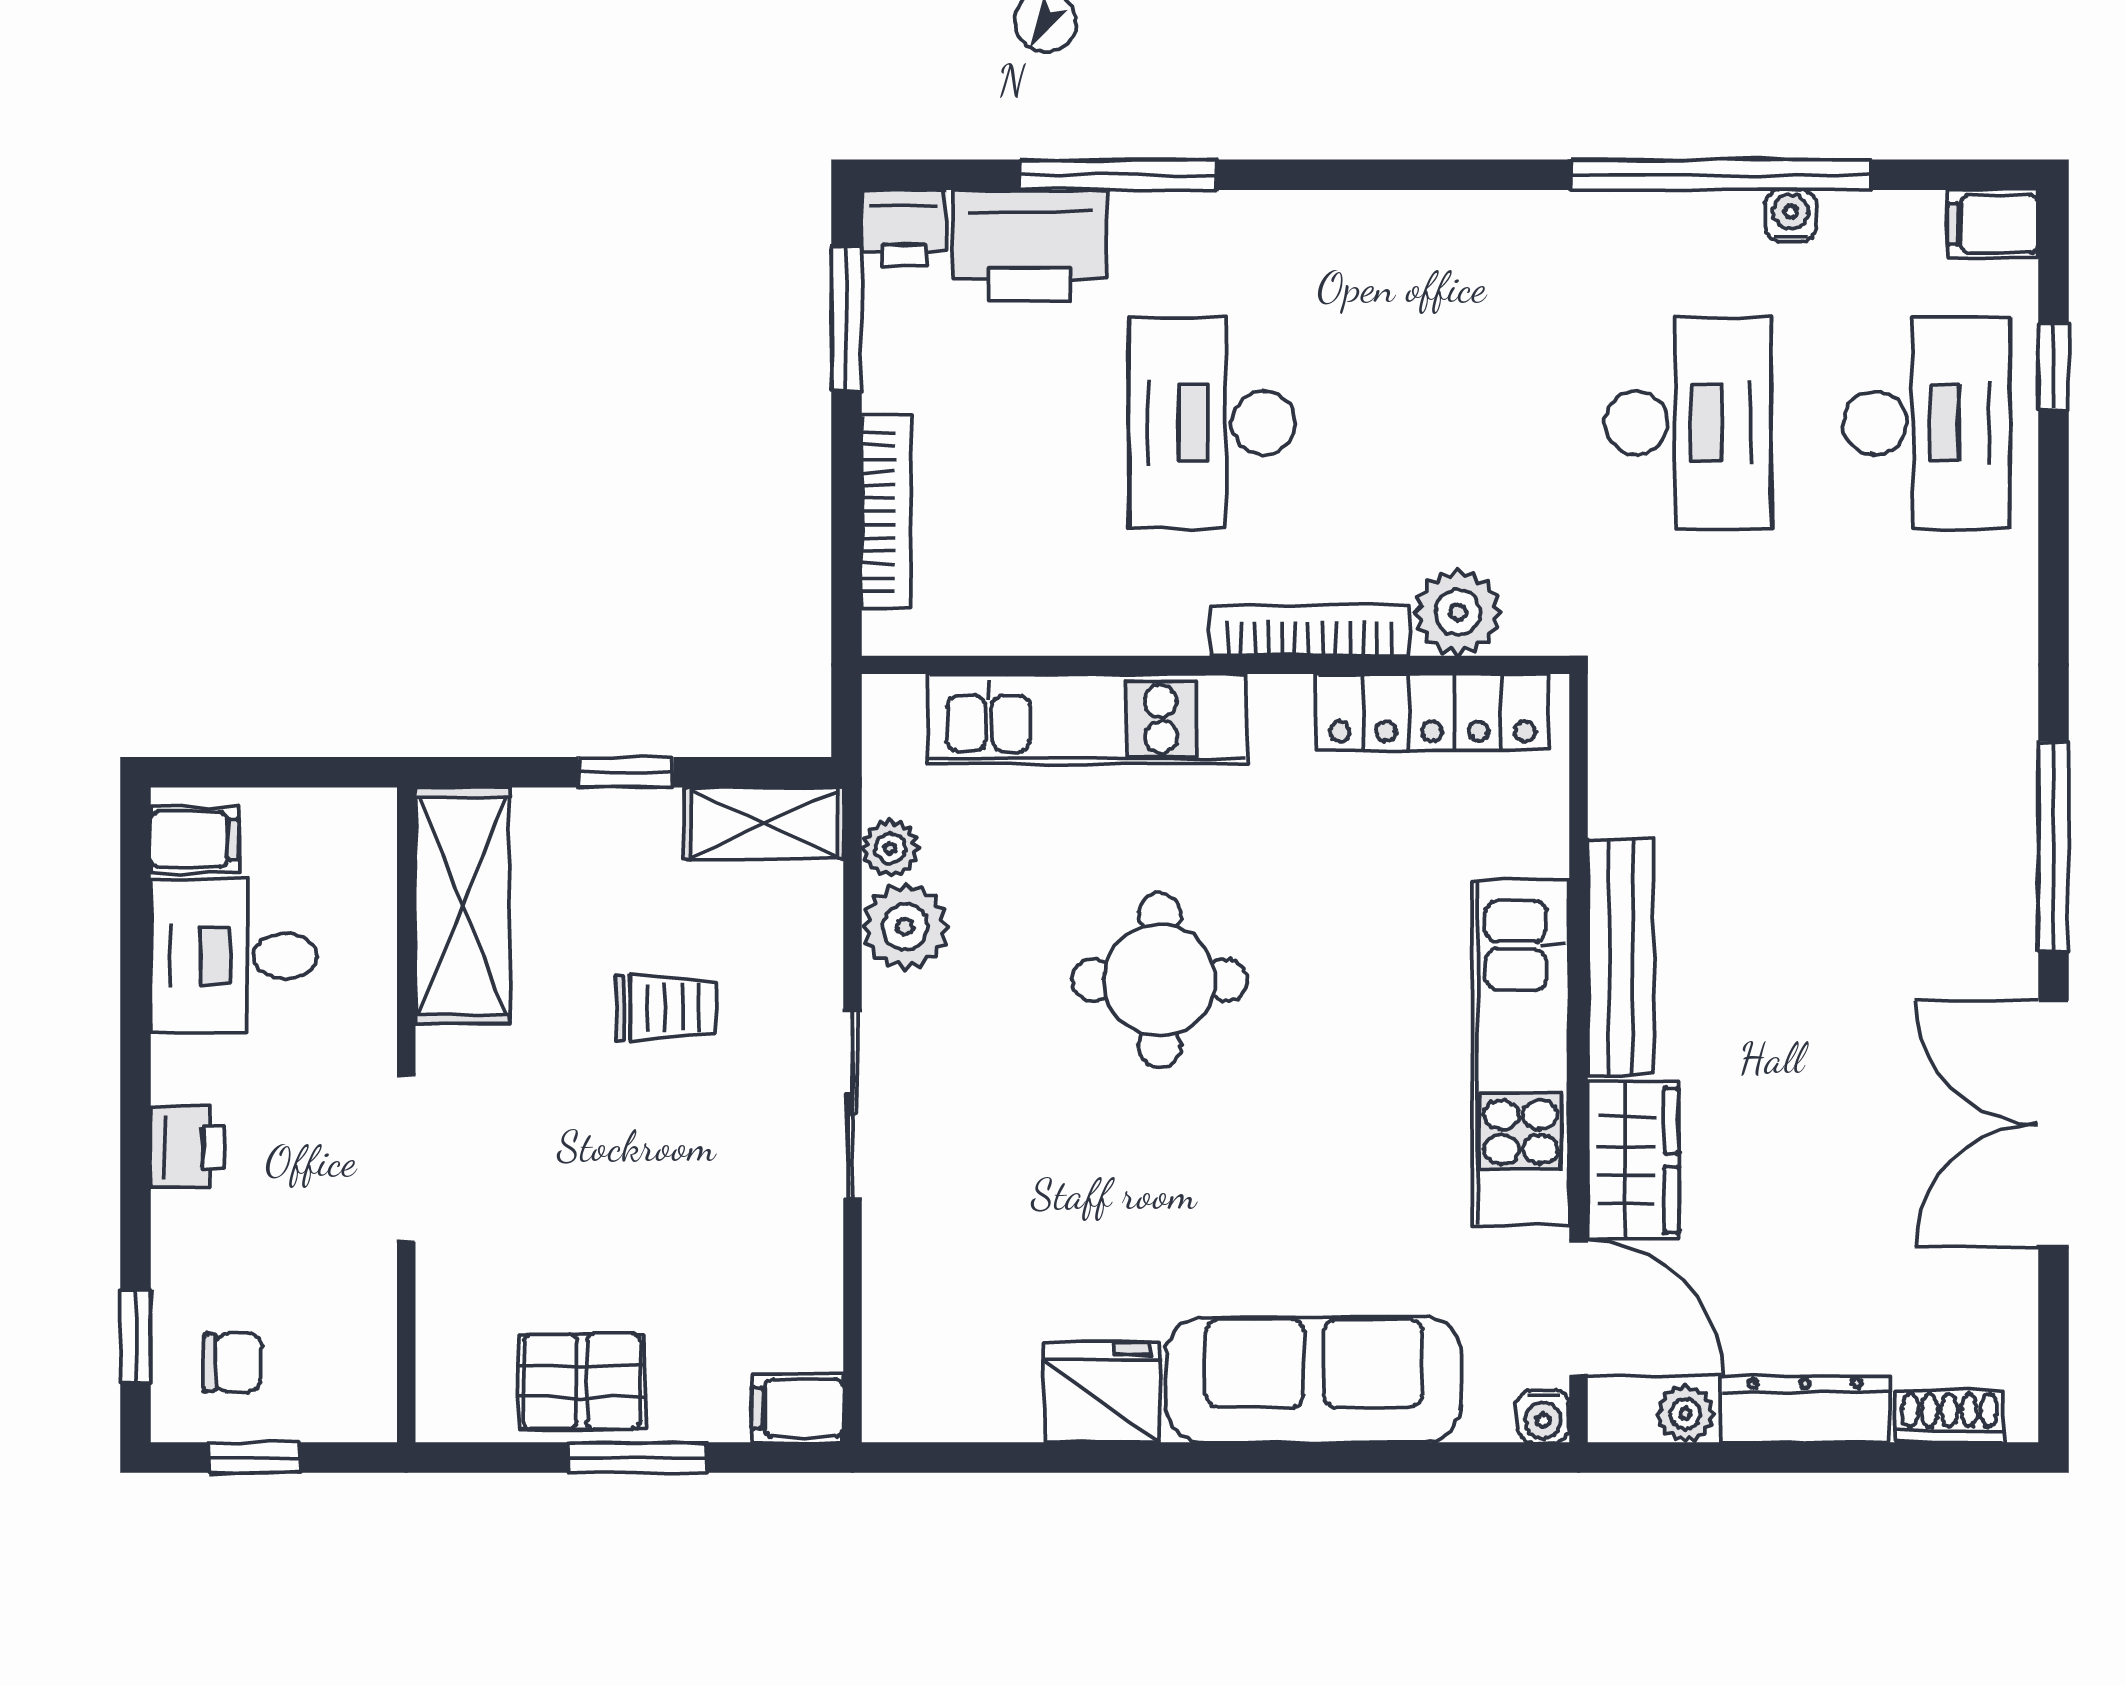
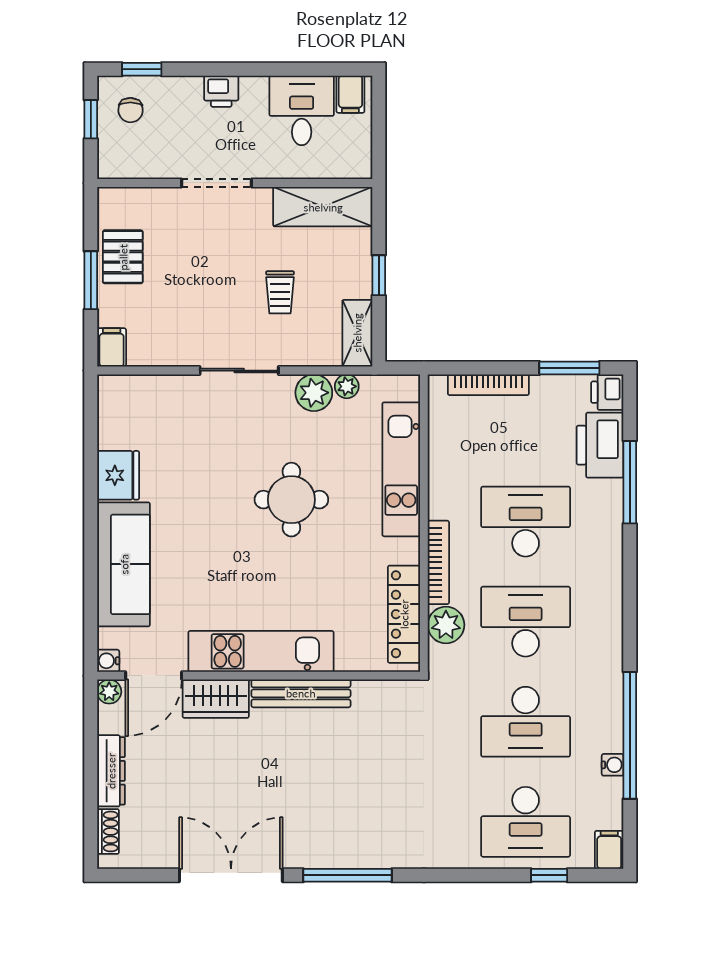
desk: (1450, 423) -> (526, 622), added
plant: (1685, 1414) -> (109, 692), moved

